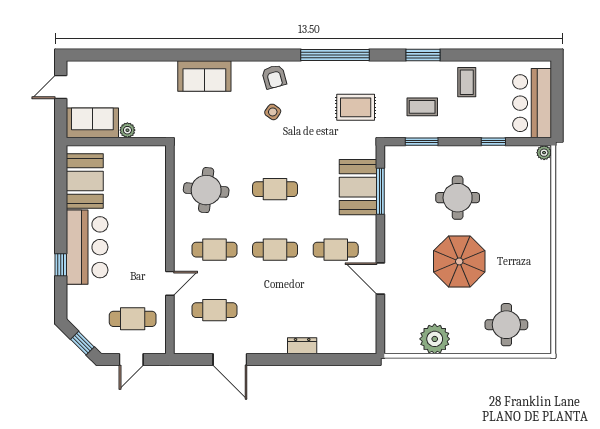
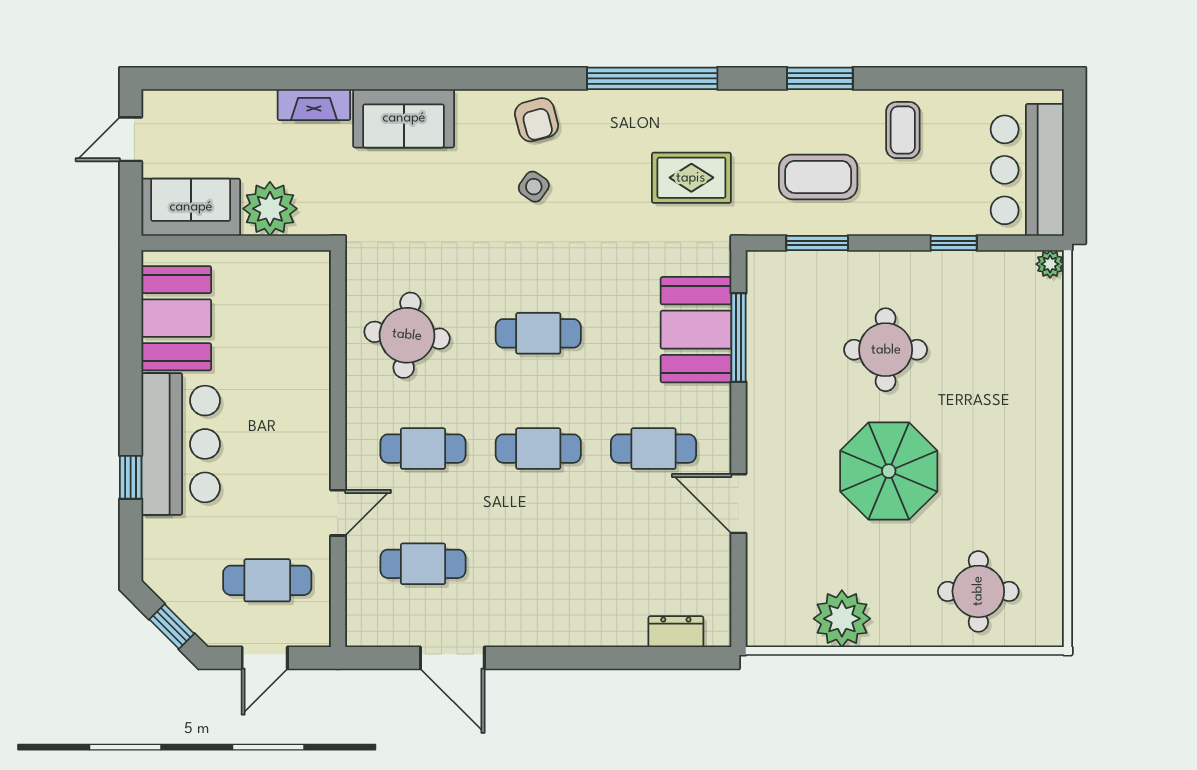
fireplace: (157, 69) -> (314, 105), added
coffee table: (422, 107) -> (818, 177), width x1.36, depth x1.30
plant: (127, 130) -> (270, 209), width x1.87, depth x1.87
dresser: (302, 346) -> (676, 632), moved

